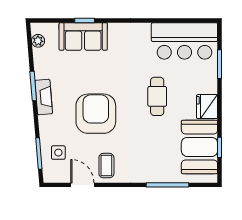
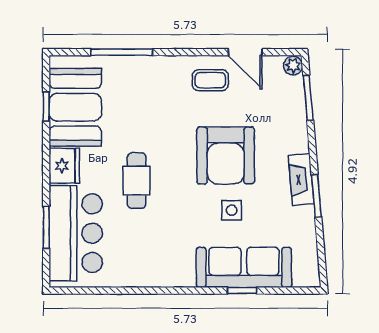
sofa: (83, 36) -> (244, 267), width x1.36
plant: (38, 41) -> (293, 66), moved
bar counter: (184, 41) -> (76, 233), moved, turned 90
side table: (58, 153) -> (232, 210), moved
coffee table: (106, 166) -> (210, 80), turned 90

